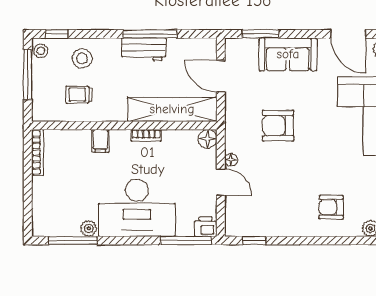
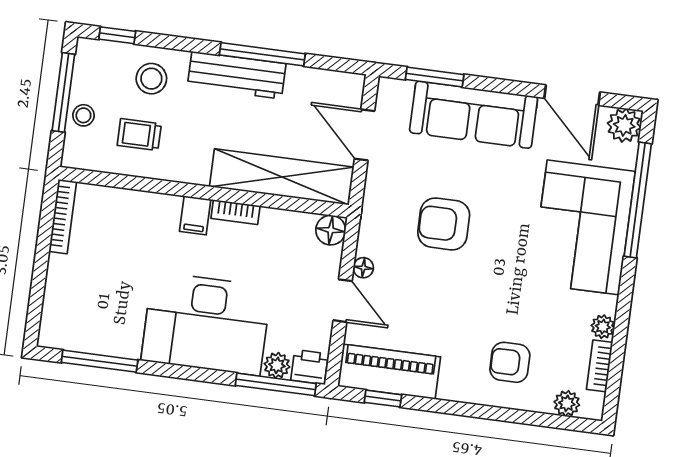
workbench: (144, 49) -> (237, 75), width x1.38
stool: (41, 51) -> (83, 115), moved
sofa: (288, 54) -> (474, 115), width x1.36
filing cabinet: (100, 141) -> (195, 215), moved
piano: (256, 223) -> (389, 372), added
plant: (89, 228) -> (277, 365), moved

